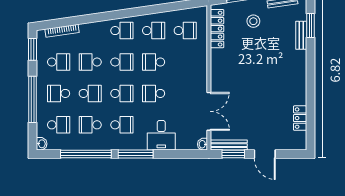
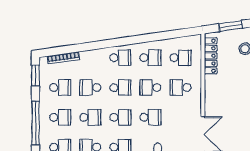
school desk: (185, 62) -> (180, 88), added
school desk: (59, 93) -> (60, 117), turned 180
school desk: (154, 93) -> (150, 117), turned 180

